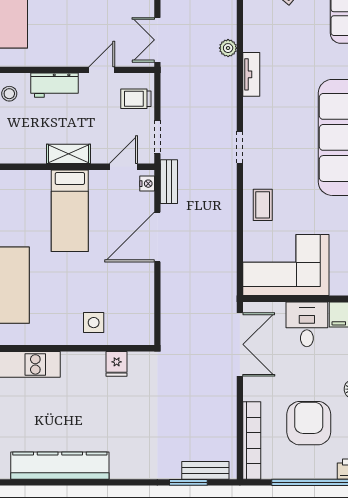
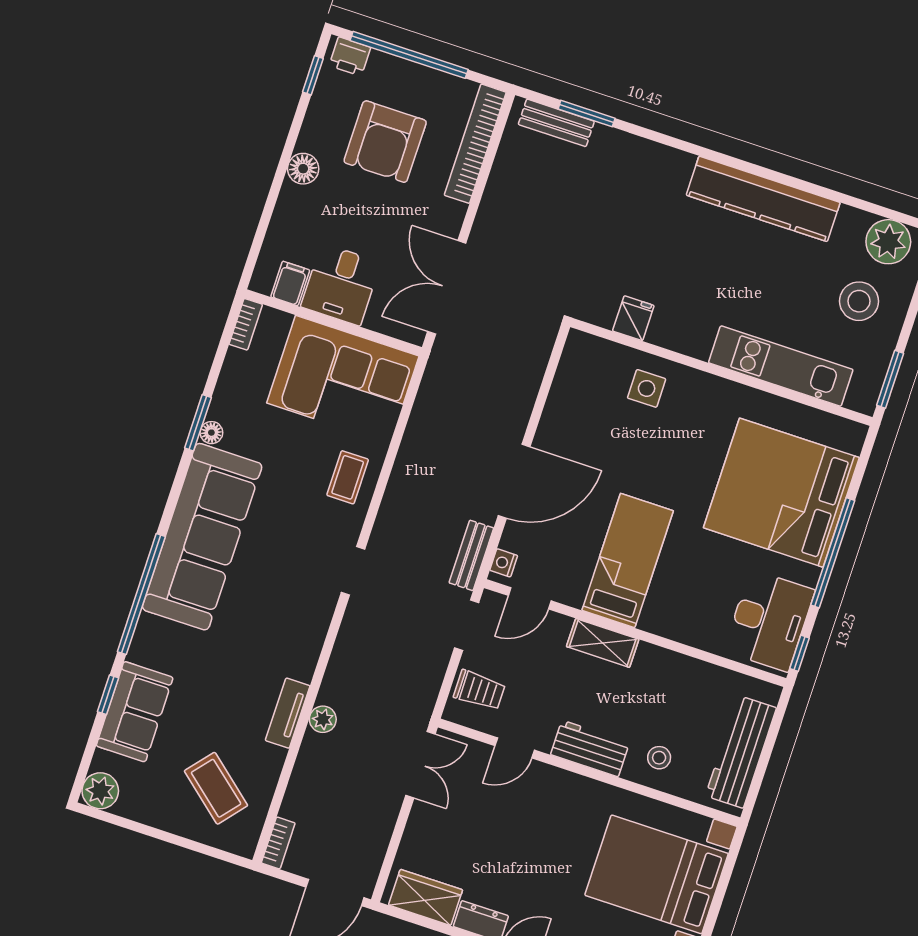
tv unit: (251, 74) -> (288, 713), moved

